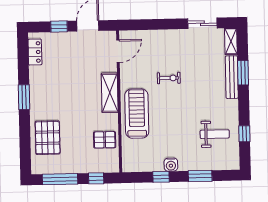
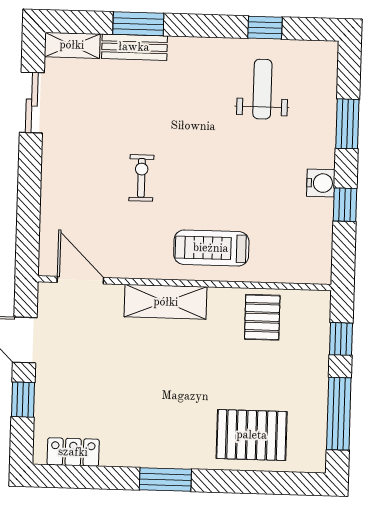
bench: (232, 77) -> (134, 47), width x0.73
treadmill: (137, 114) -> (211, 248), width x0.73, depth x0.73

